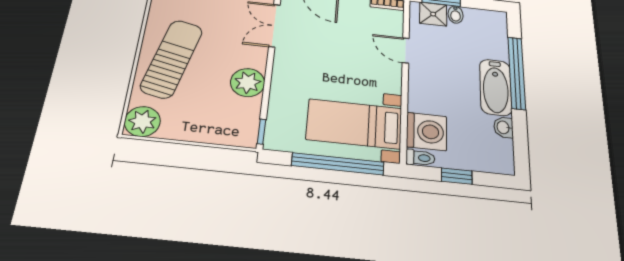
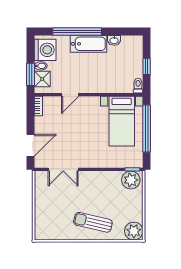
sun lounger: (172, 59) -> (93, 222), width x0.73, depth x0.75
plant: (248, 83) -> (131, 180), moved
washing machine: (427, 131) -> (45, 50), moved, turned 90

